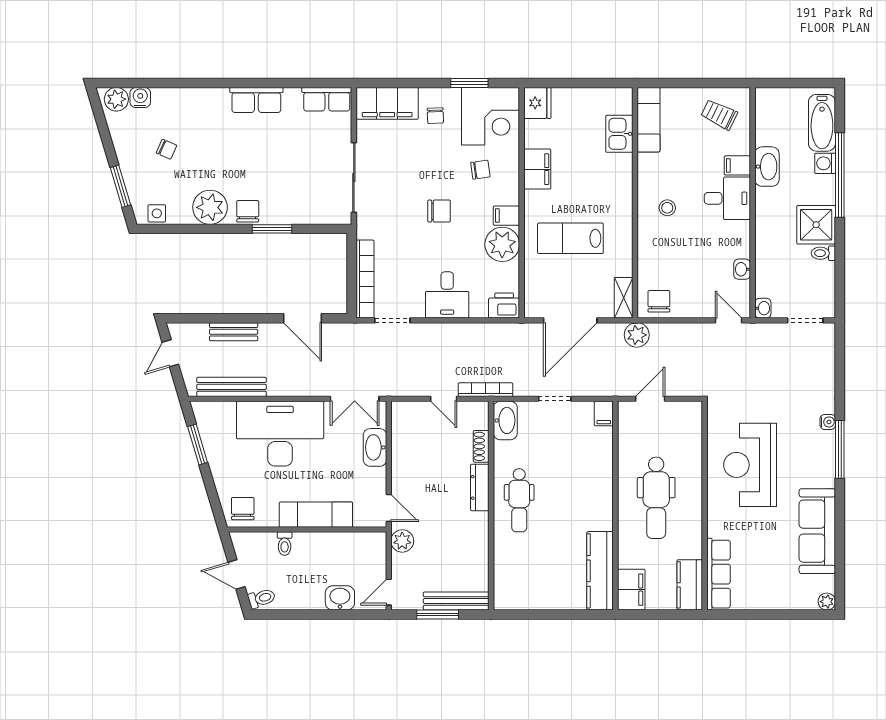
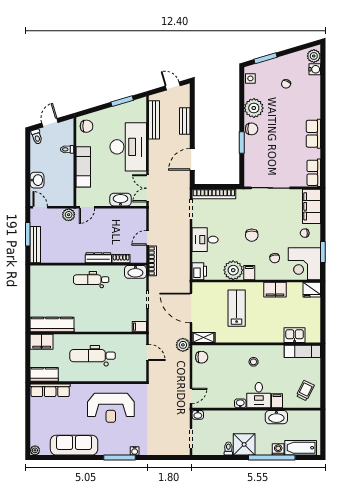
washbasin: (742, 269) -> (240, 403), moved
reception desk: (750, 465) -> (111, 408), turned 180

